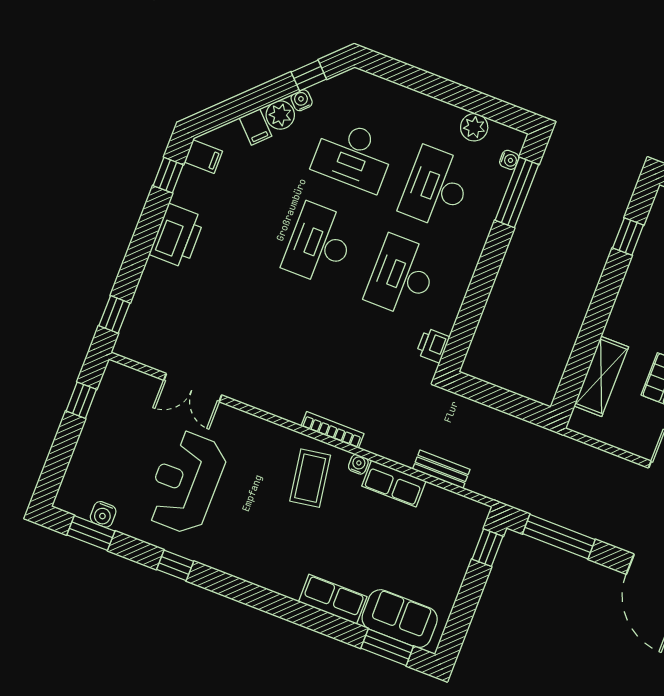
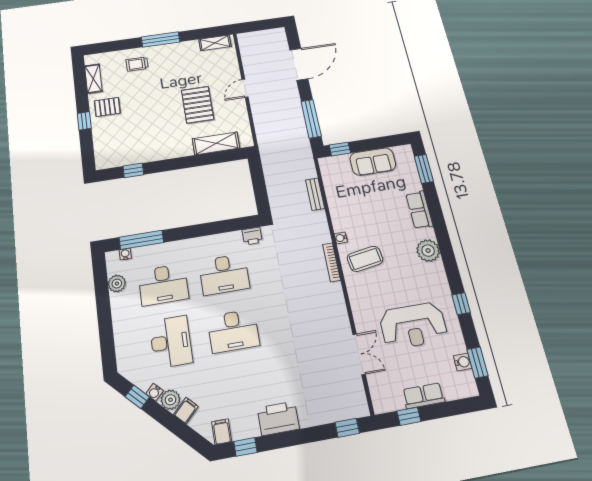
row of seats: (394, 484) -> (424, 396), moved, turned -90
plant: (270, 571) -> (428, 251), added
sofa: (400, 619) -> (373, 162), moved, turned -90

